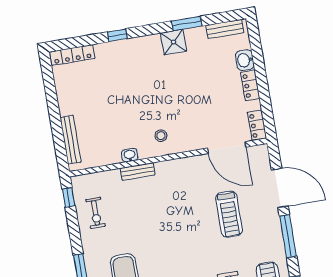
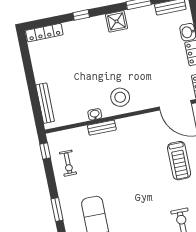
shower: (173, 42) -> (117, 21), moved
stool: (161, 136) -> (120, 97), width x1.89, depth x1.89

